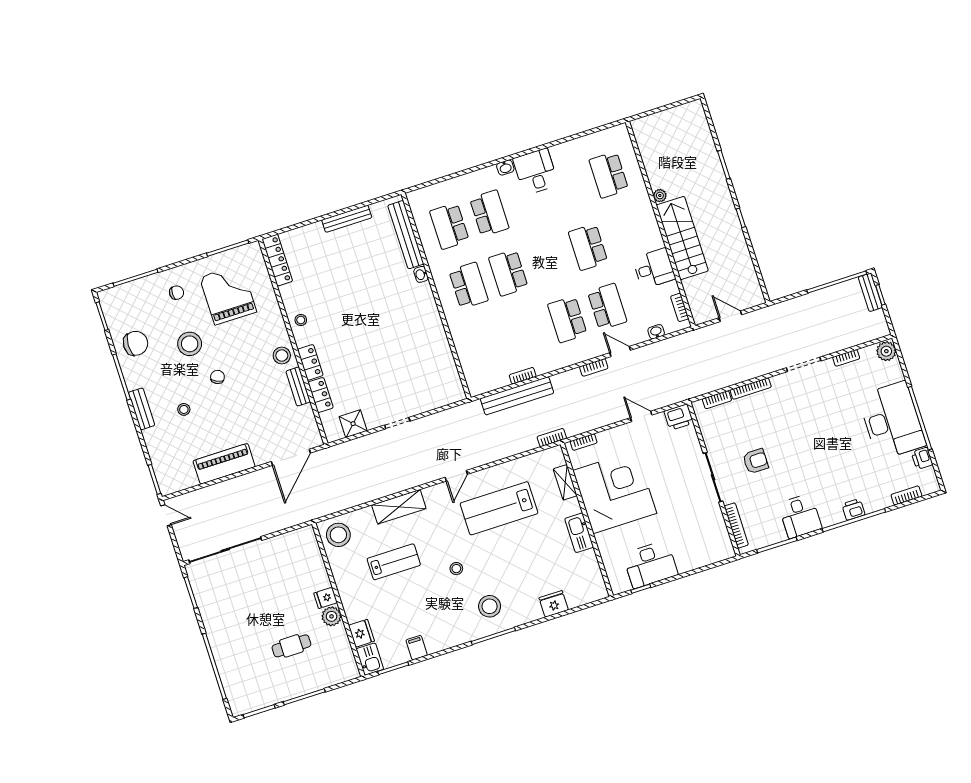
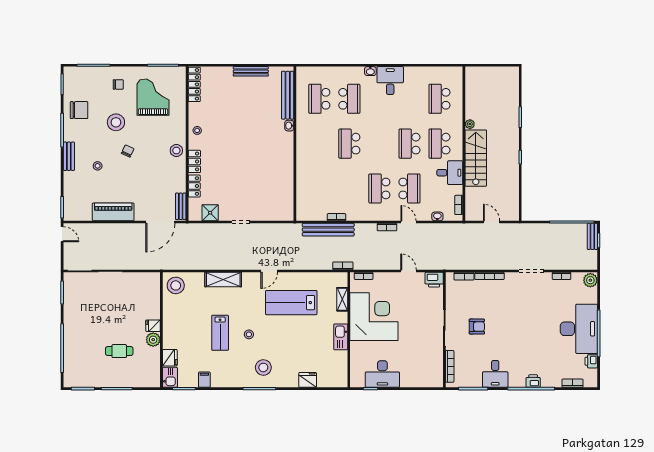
school desk: (469, 285) -> (439, 144), moved, turned 180
bench: (298, 386) -> (181, 206), moved
lab bench: (394, 562) -> (220, 333), moved, turned 90

